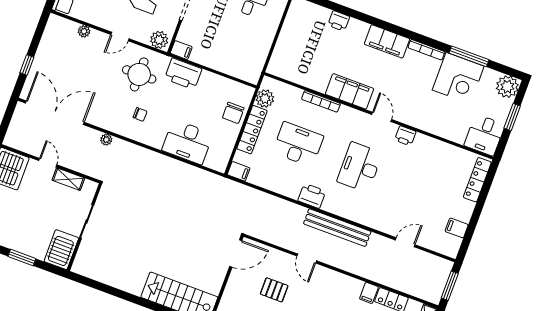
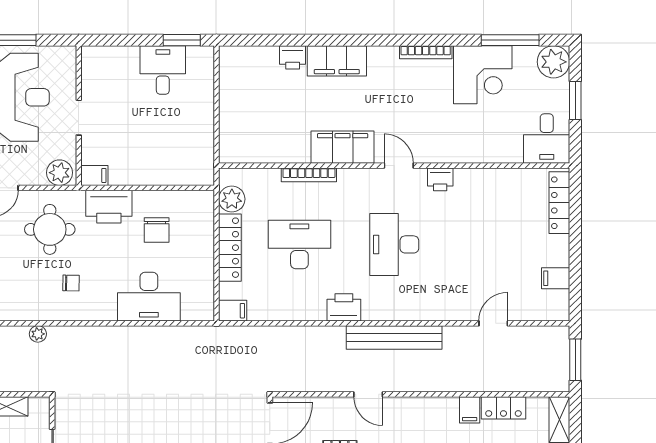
filing cabinet: (387, 41) -> (337, 61), moved
window: (469, 56) -> (510, 40), moved
chair: (233, 113) -> (157, 230), moved

